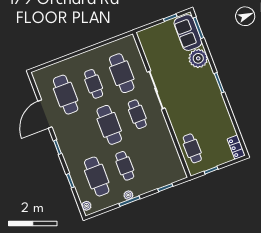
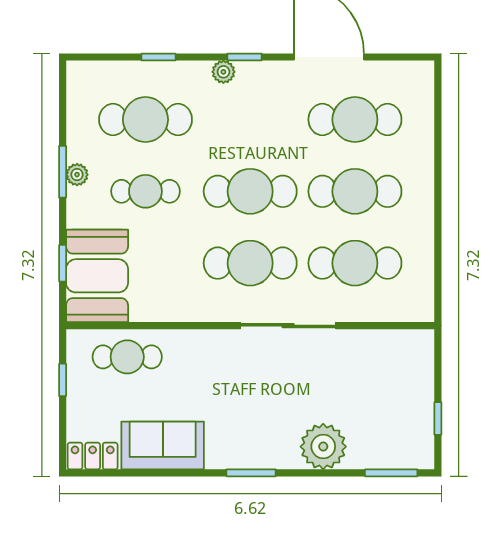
sofa: (188, 33) -> (163, 445), moved
cafe table: (94, 84) -> (355, 191), width x1.37, depth x1.35
cafe table: (137, 114) -> (250, 263), width x1.37, depth x1.35
booth: (165, 172) -> (97, 276), added
plant: (86, 206) -> (223, 72), moved

